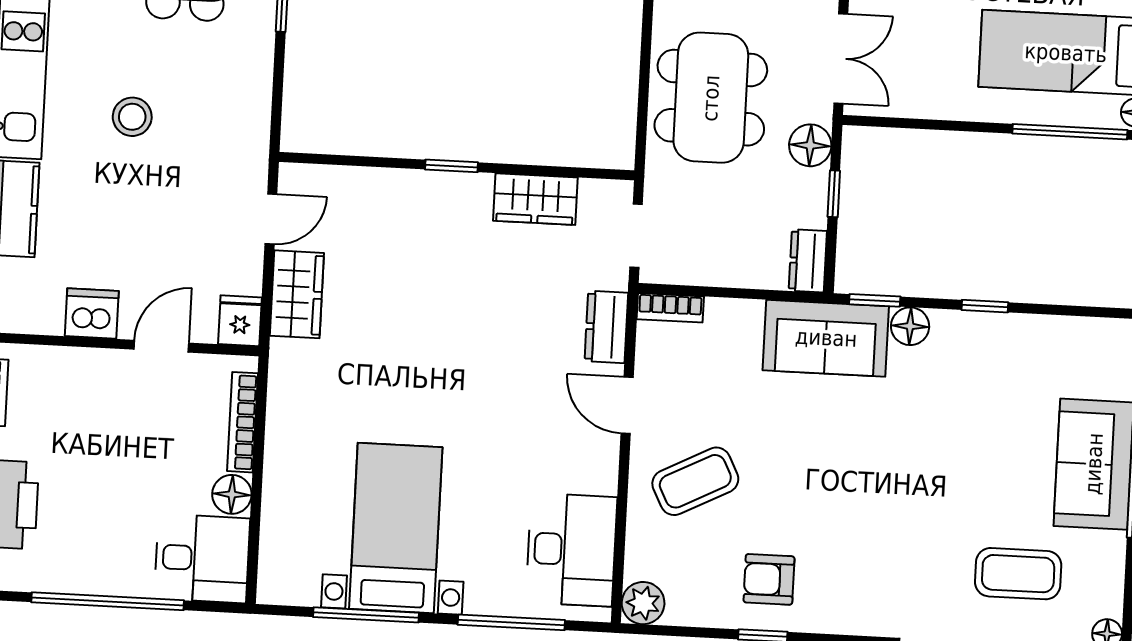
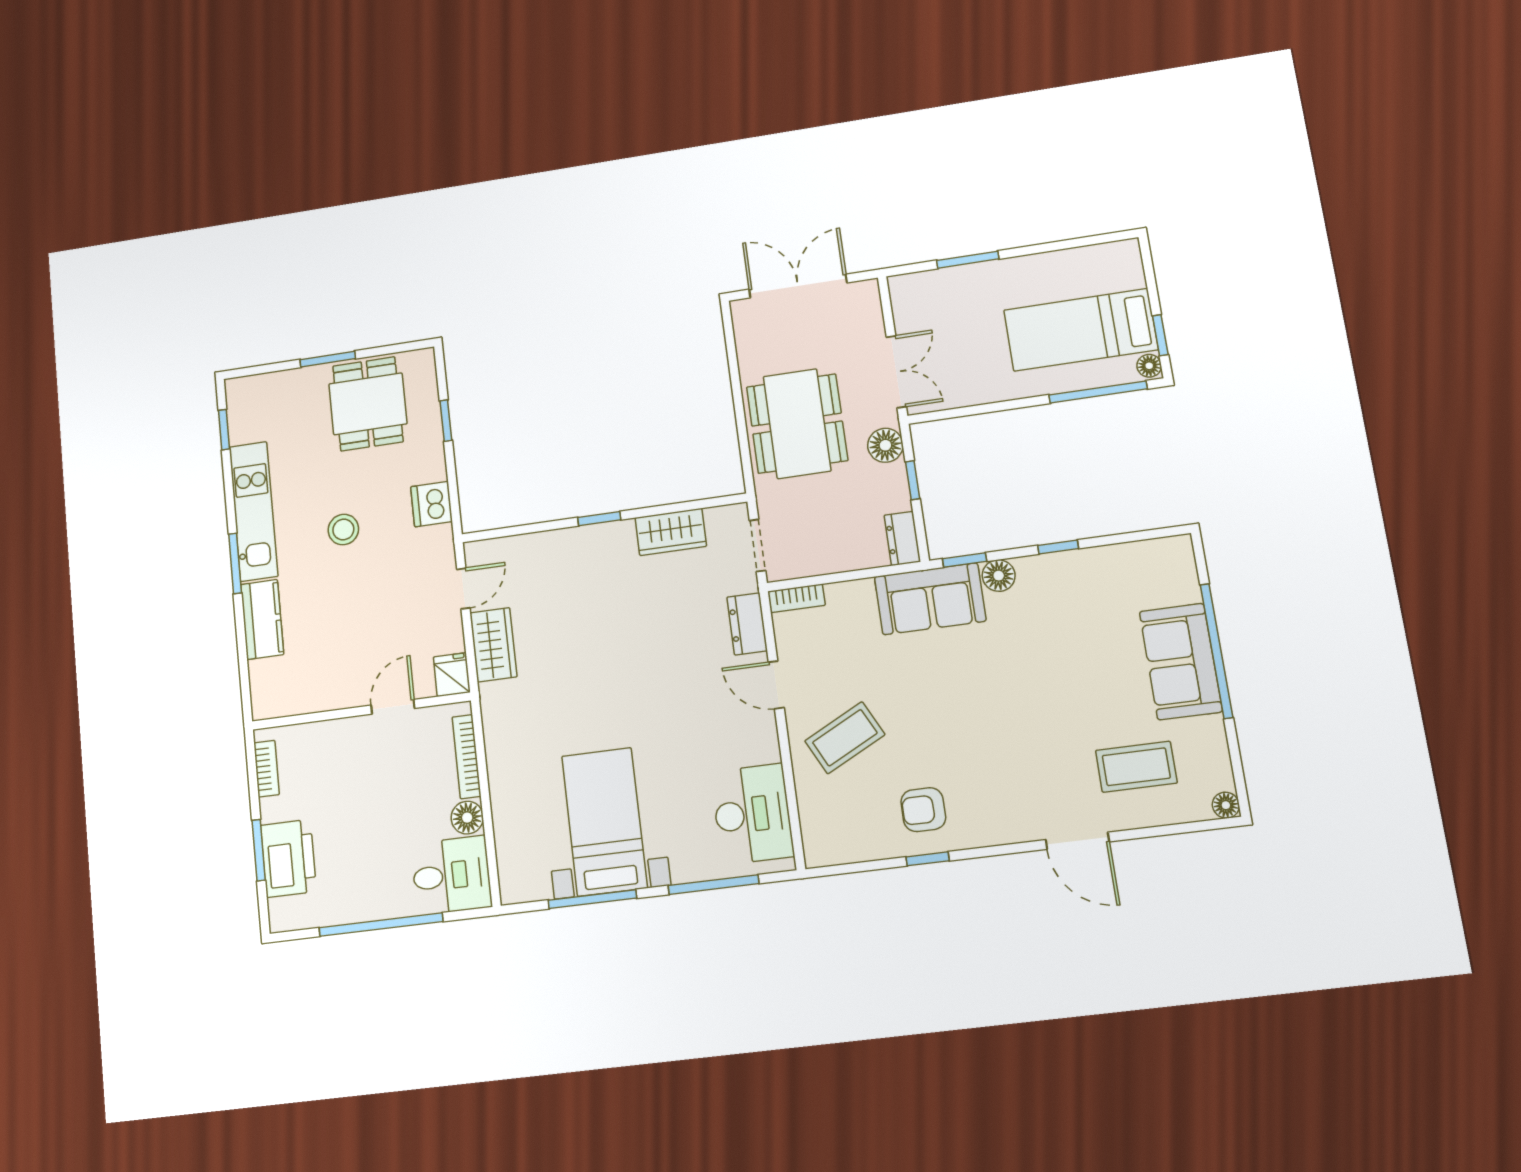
dishwasher: (92, 313) -> (431, 504), moved, turned -90
plant: (643, 603) -> (821, 849), removed

